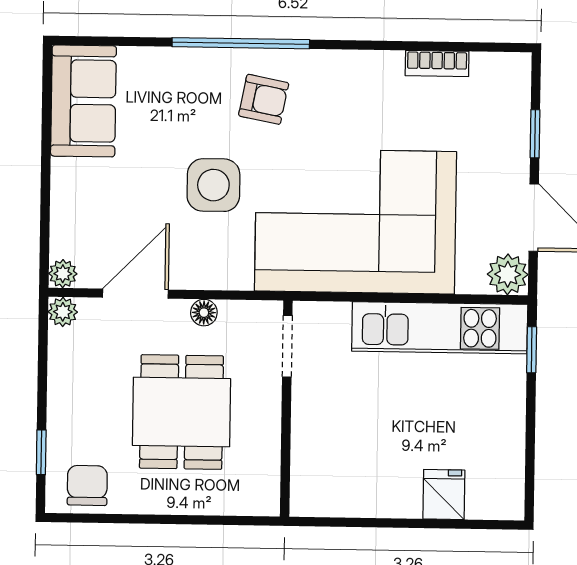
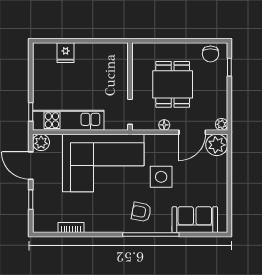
sofa: (83, 101) -> (195, 220), moved, turned 90
plant: (63, 274) -> (217, 145), width x1.87, depth x1.87

